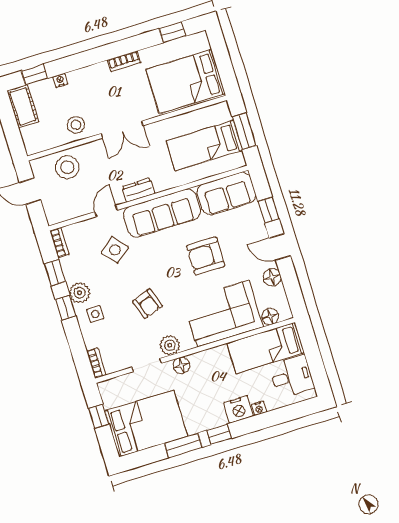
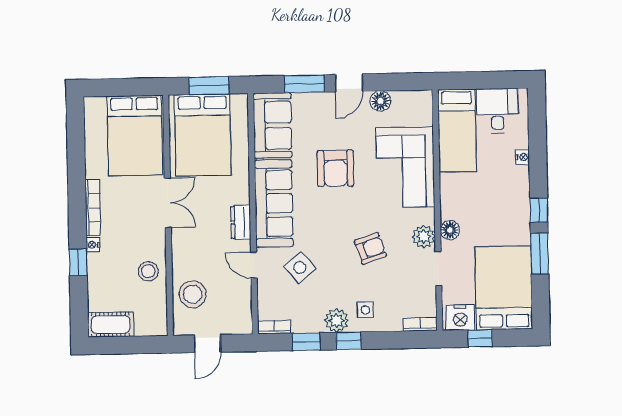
window: (172, 32) -> (76, 134), removed
bookcase: (124, 61) -> (93, 208), width x1.56
window: (34, 74) -> (78, 262), moved
nightstand: (60, 80) -> (93, 245), moved
double door: (122, 130) -> (168, 203), moved
bed: (204, 146) -> (203, 135), width x1.50
window: (268, 210) -> (304, 84), width x1.50
floor lamp: (270, 316) -> (423, 116), removed
nightstand: (238, 409) -> (460, 318), moved, turned 90

